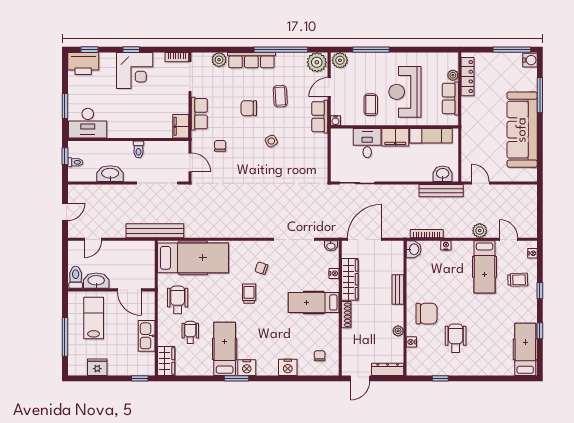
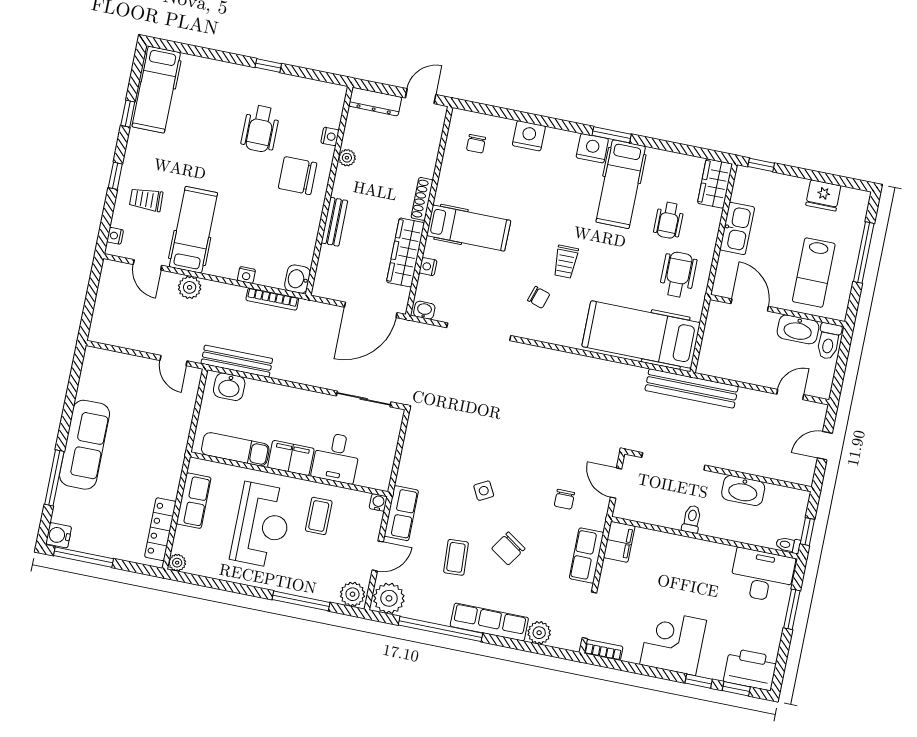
window: (131, 50) -> (699, 681), moved
plant: (453, 75) -> (177, 563), moved
chair: (249, 108) -> (508, 549), turned 124
sofa: (522, 130) -> (85, 445), width x0.74, depth x0.79
toilet: (75, 162) -> (788, 545), moved
wheelchair: (178, 300) -> (678, 274), turned 180
window: (440, 378) -> (268, 65), moved

